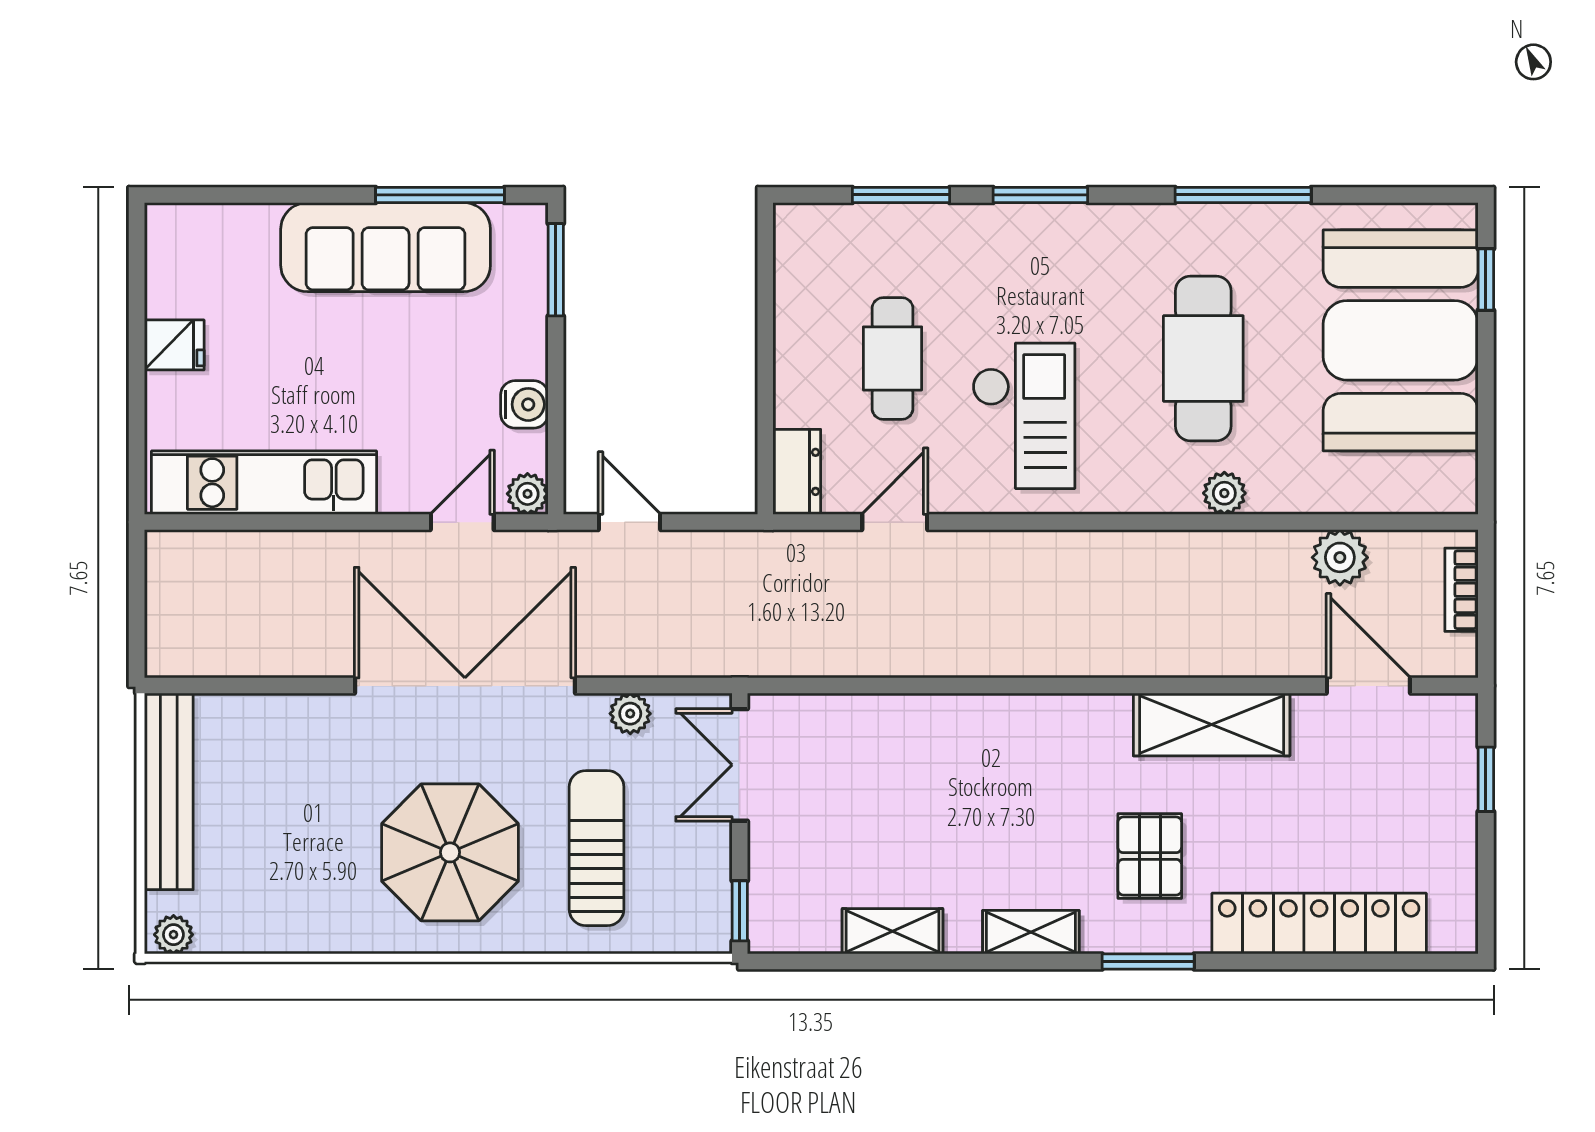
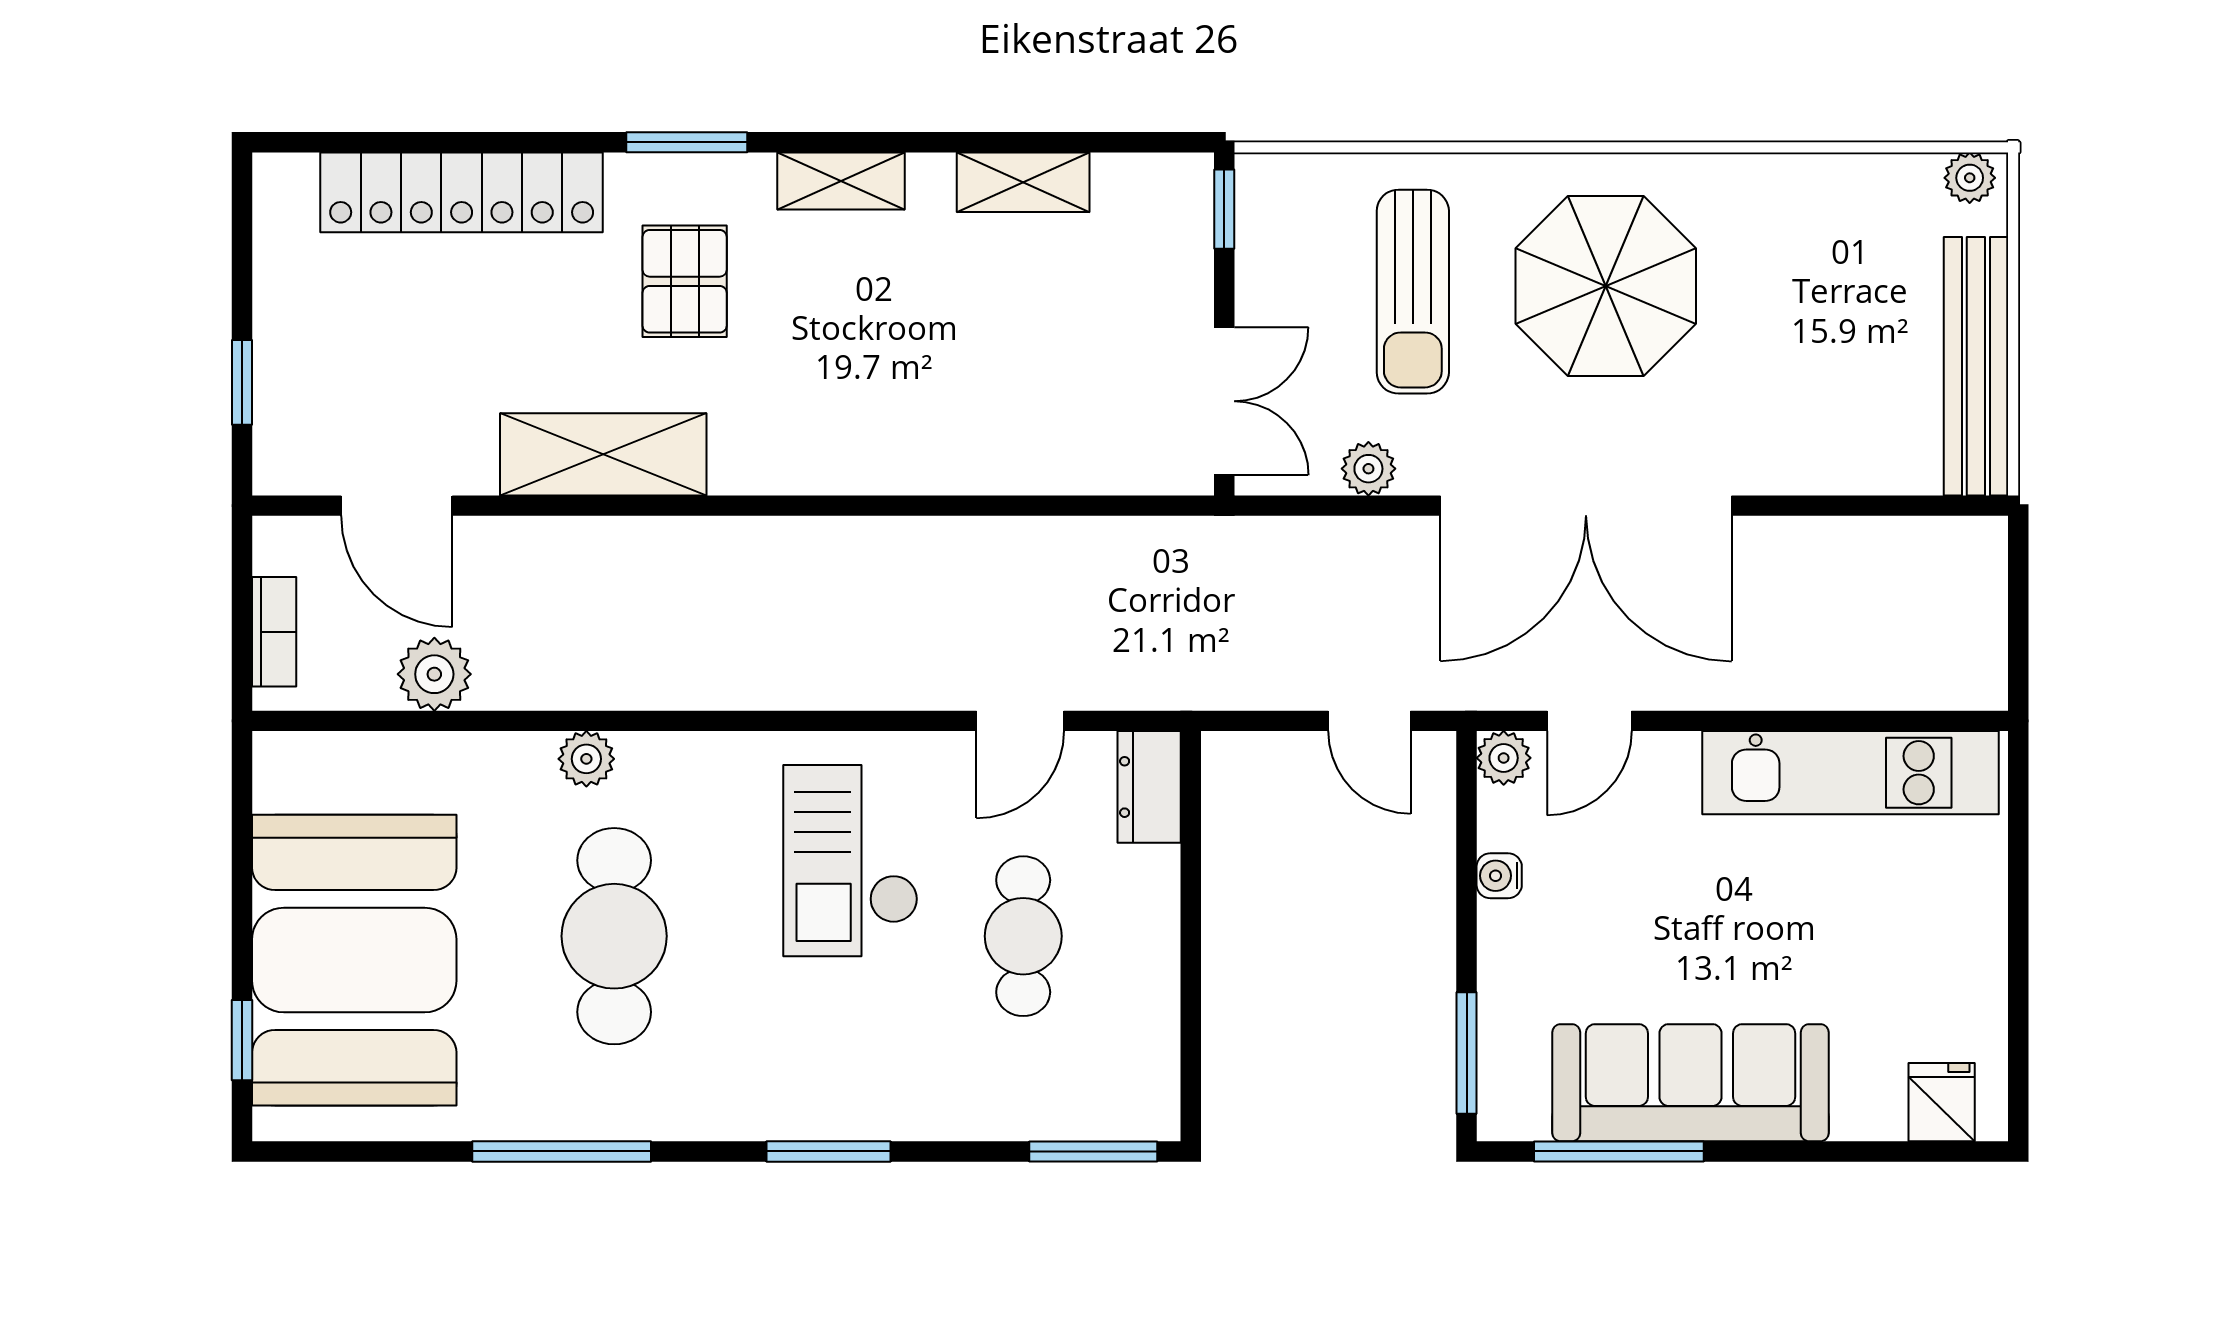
window: (901, 195) -> (1093, 1151), moved
fridge: (174, 345) -> (1942, 1102), moved, turned 90
water cooler: (524, 404) -> (1499, 876), width x0.72, depth x0.72

